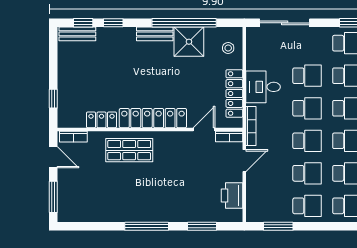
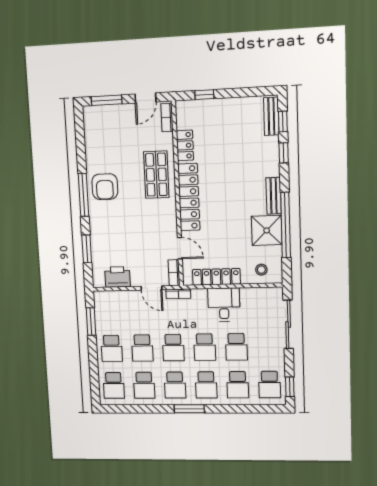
bookcase: (251, 126) -> (178, 294), width x0.64
armchair: (139, 204) -> (105, 187), added

